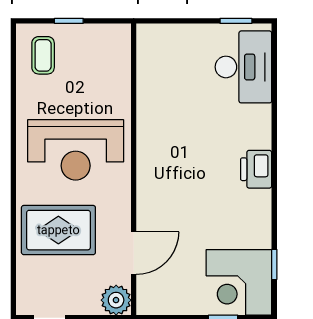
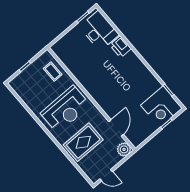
coffee table: (43, 55) -> (53, 71), moved
printer: (256, 169) -> (120, 47), moved

